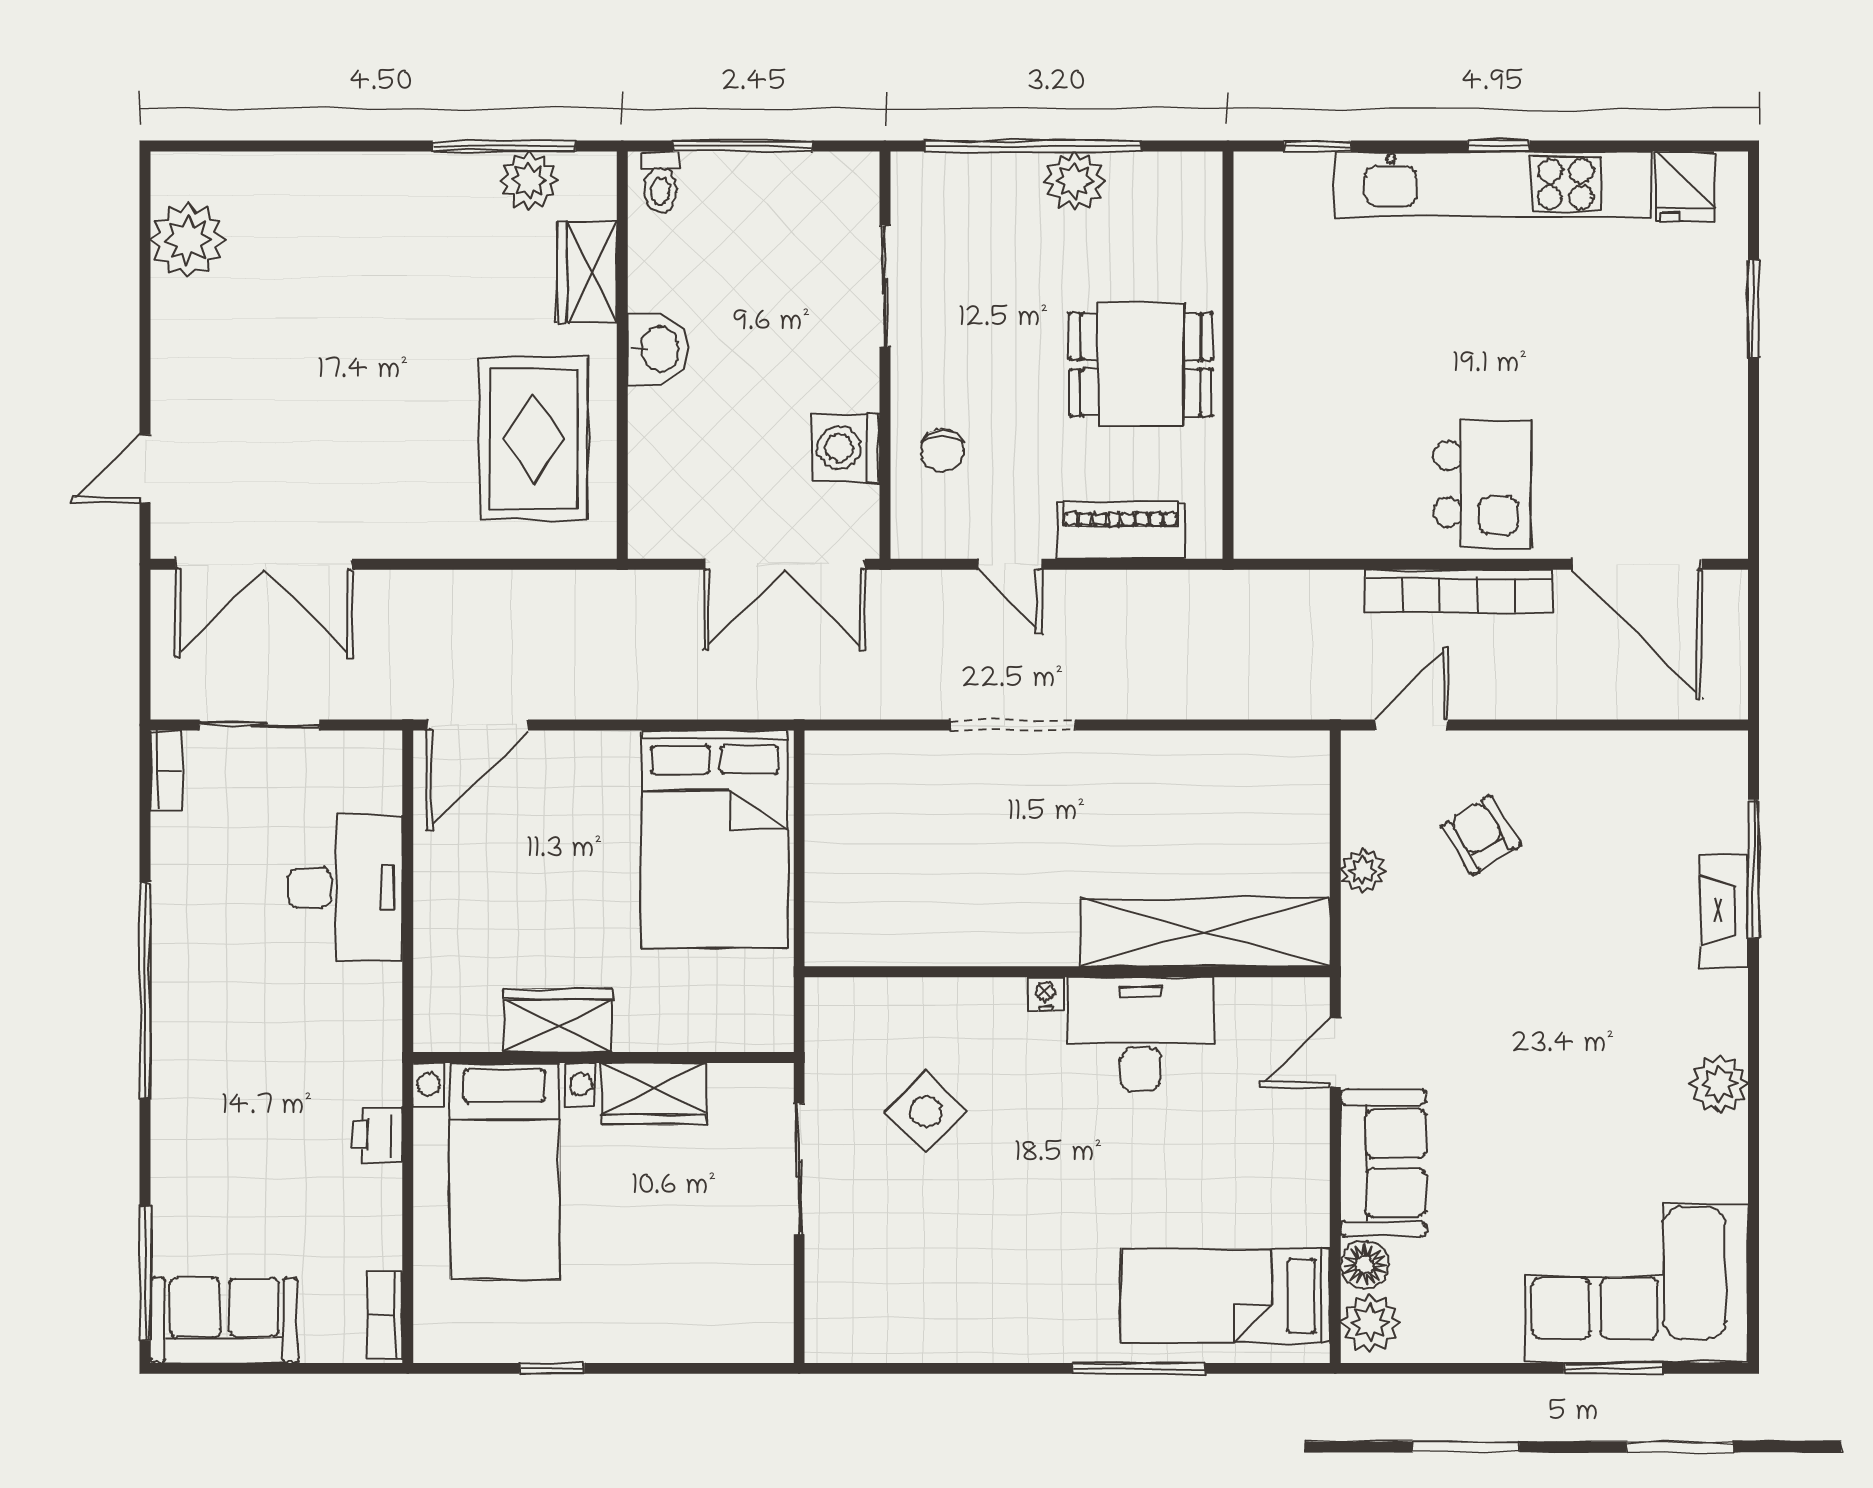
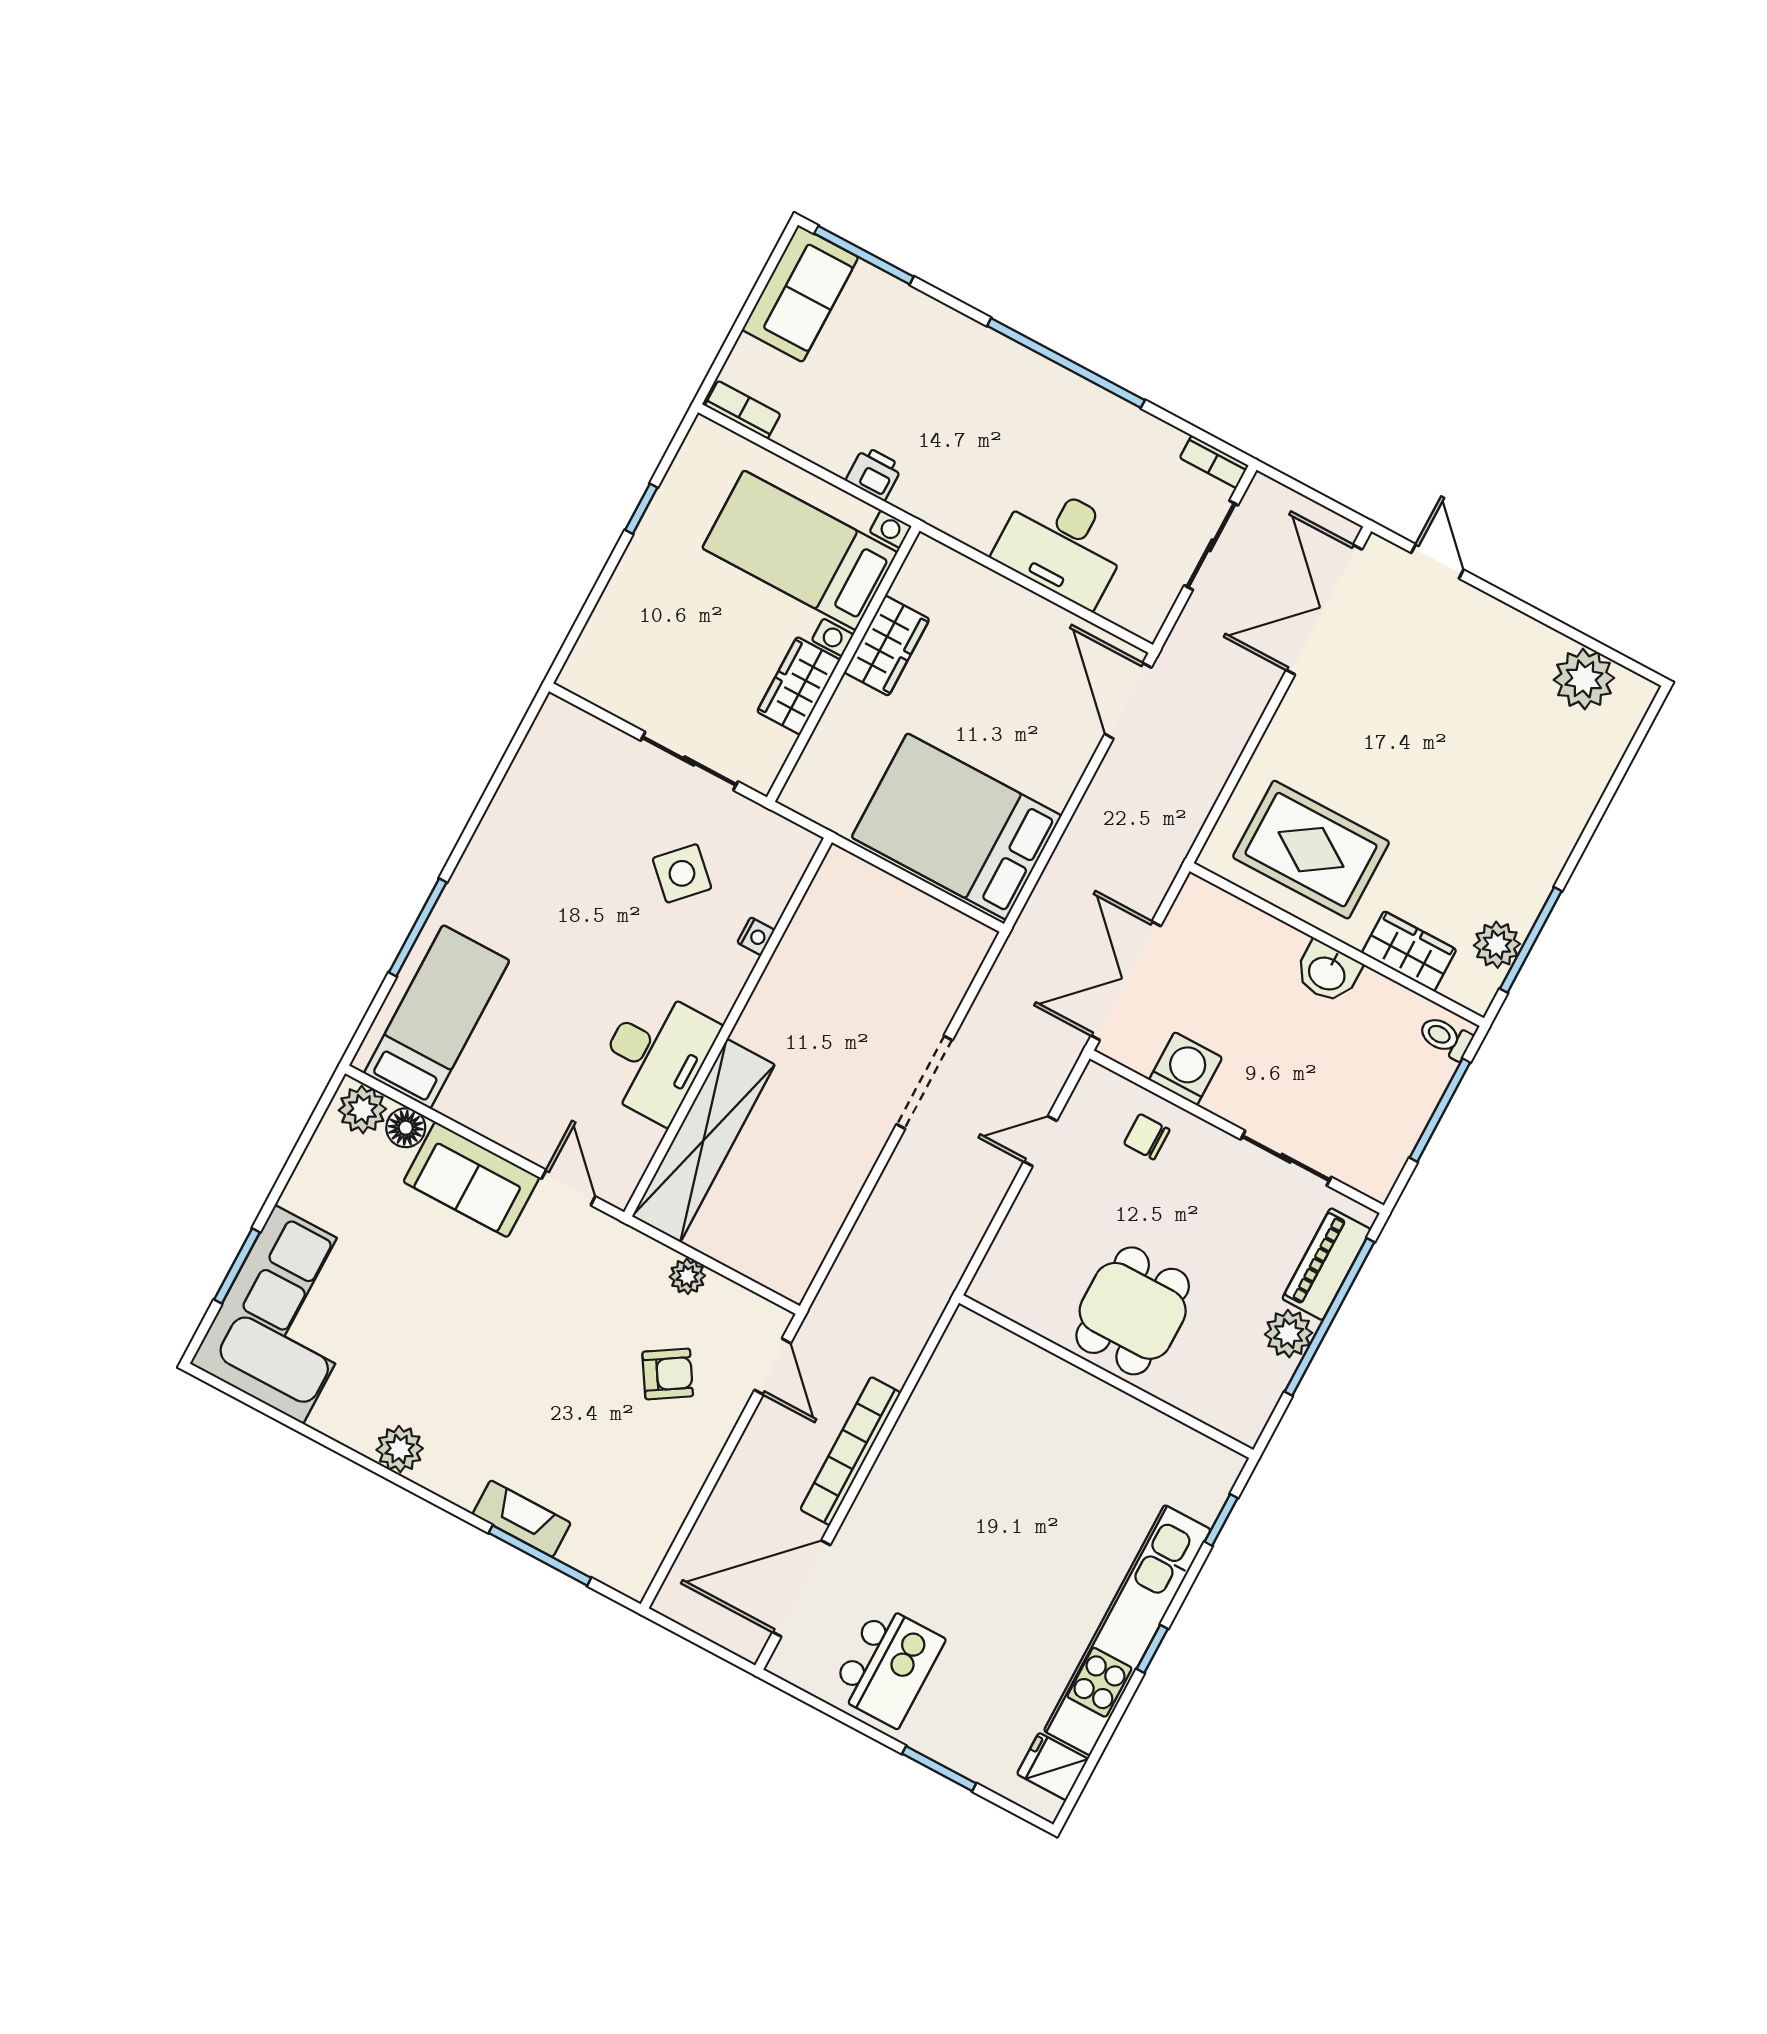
kitchen island: (1483, 484) -> (887, 1666), moved, turned -90
piano: (1121, 530) -> (1327, 1264), moved, turned 180
nightstand: (1045, 994) -> (756, 936), moved

